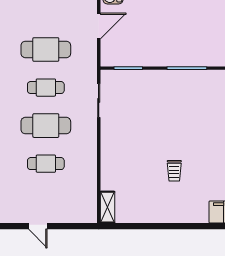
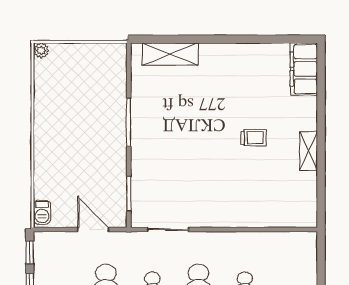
door: (99, 26) -> (93, 230), moved
shelving: (107, 207) -> (309, 151), moved, turned 90

